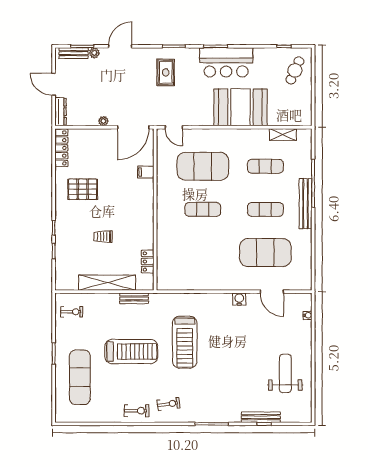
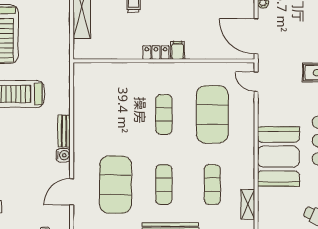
door: (174, 127) -> (256, 82), hinge flipped
filing cabinet: (146, 172) -> (178, 50), moved
locker: (148, 262) -> (156, 52), moved
bench: (134, 298) -> (64, 131), moved

